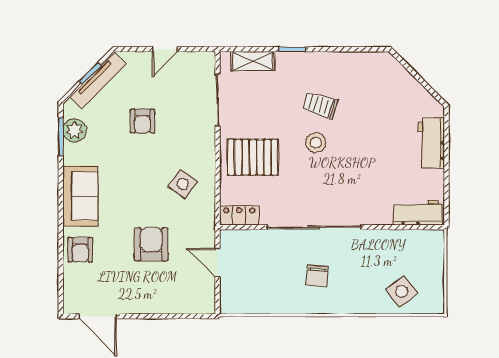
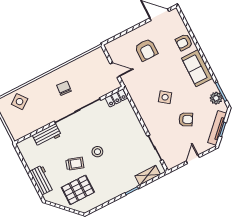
trolley: (320, 105) -> (75, 164), moved
armchair: (143, 121) -> (186, 119), turned 120
pallet: (253, 157) -> (78, 190), moved
side table: (183, 184) -> (165, 97), moved
workbench: (418, 213) -> (47, 135), moved
armchair: (151, 244) -> (146, 50), moved
armchair: (80, 250) -> (184, 42), turned -90

